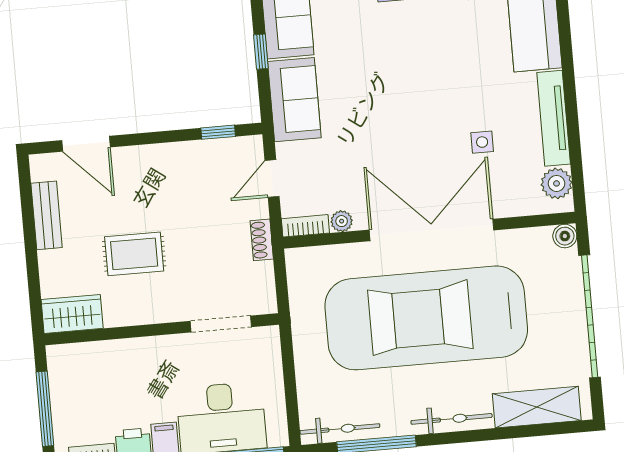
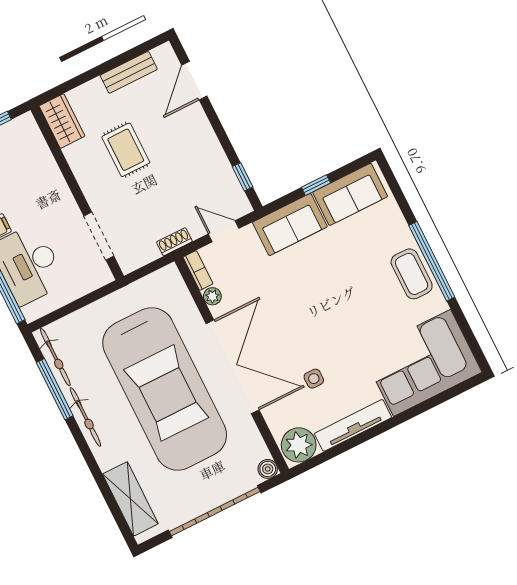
plant: (557, 183) -> (299, 445), width x1.36, depth x1.36
car: (426, 318) -> (165, 389), turned 180
bicycle: (452, 419) -> (85, 417), moved

